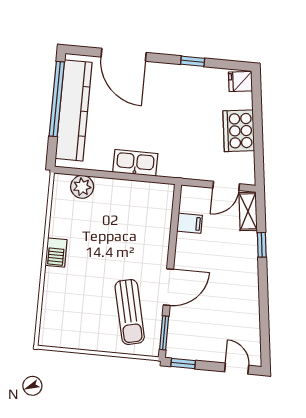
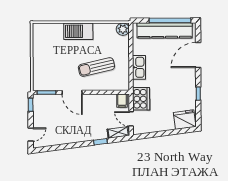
fridge: (240, 81) -> (185, 120), width x1.88, depth x1.34
cooker: (239, 131) -> (141, 99), moved, turned 97
plant: (82, 187) -> (123, 29), moved
filing cabinet: (190, 223) -> (122, 101), moved
barbecue: (56, 252) -> (78, 31), width x1.88, depth x1.53
sun lounger: (130, 312) -> (96, 67), moved

